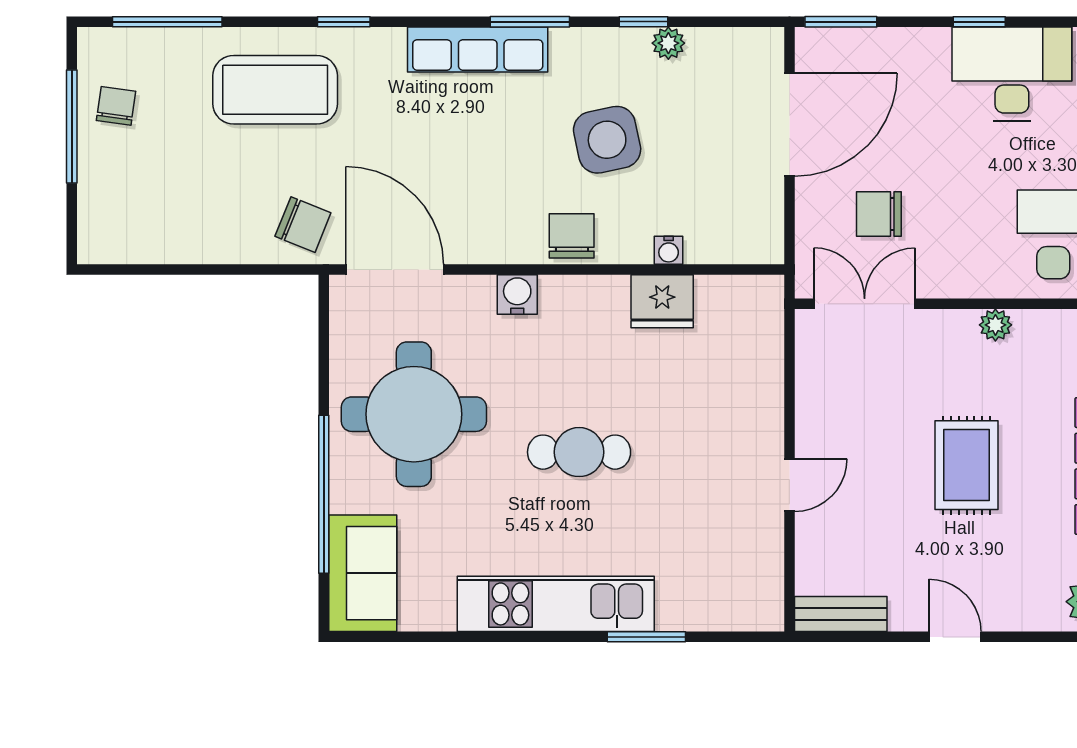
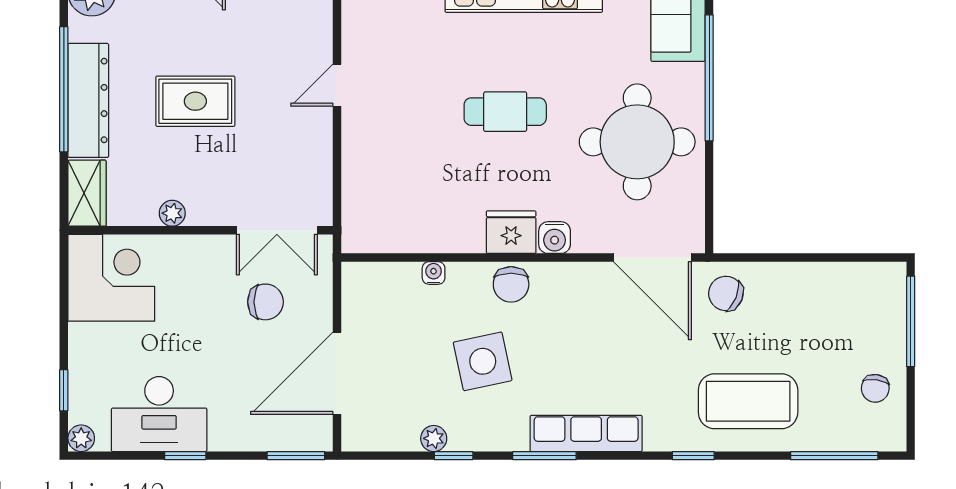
window: (72, 126) -> (911, 321), moved
fridge: (662, 301) -> (511, 232), moved
rug: (967, 465) -> (195, 101), turned 90

